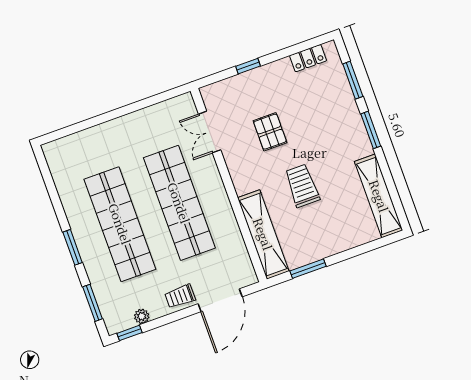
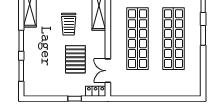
locker: (308, 58) -> (96, 91), moved
double door: (210, 132) -> (108, 71), swing flipped
pallet: (270, 132) -> (75, 59), width x1.50, depth x1.42

